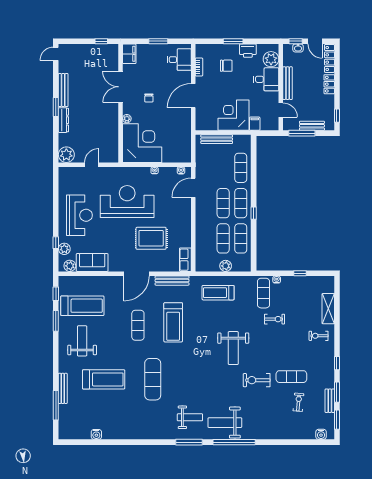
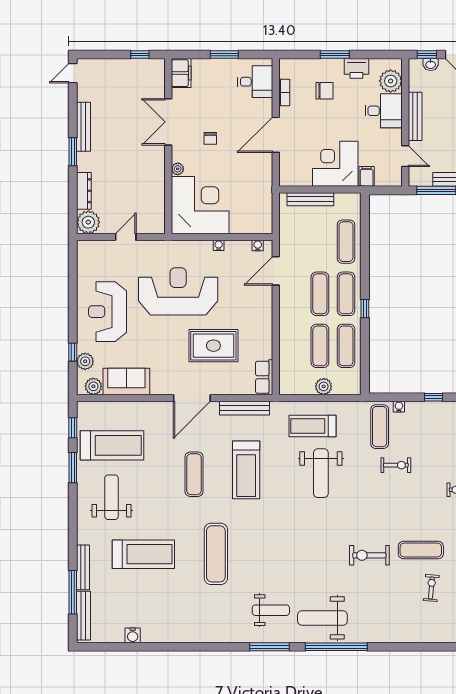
dresser: (63, 120) -> (84, 191), moved
reception desk: (79, 215) -> (108, 312), turned 180
weight bench: (233, 348) -> (321, 473), moved
bench: (63, 421) -> (84, 616), added

